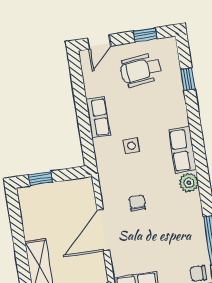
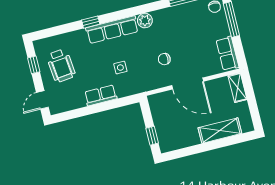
door: (99, 42) -> (42, 100), swing flipped
window: (188, 79) -> (91, 22), moved
row of seats: (183, 150) -> (112, 30), width x1.48

